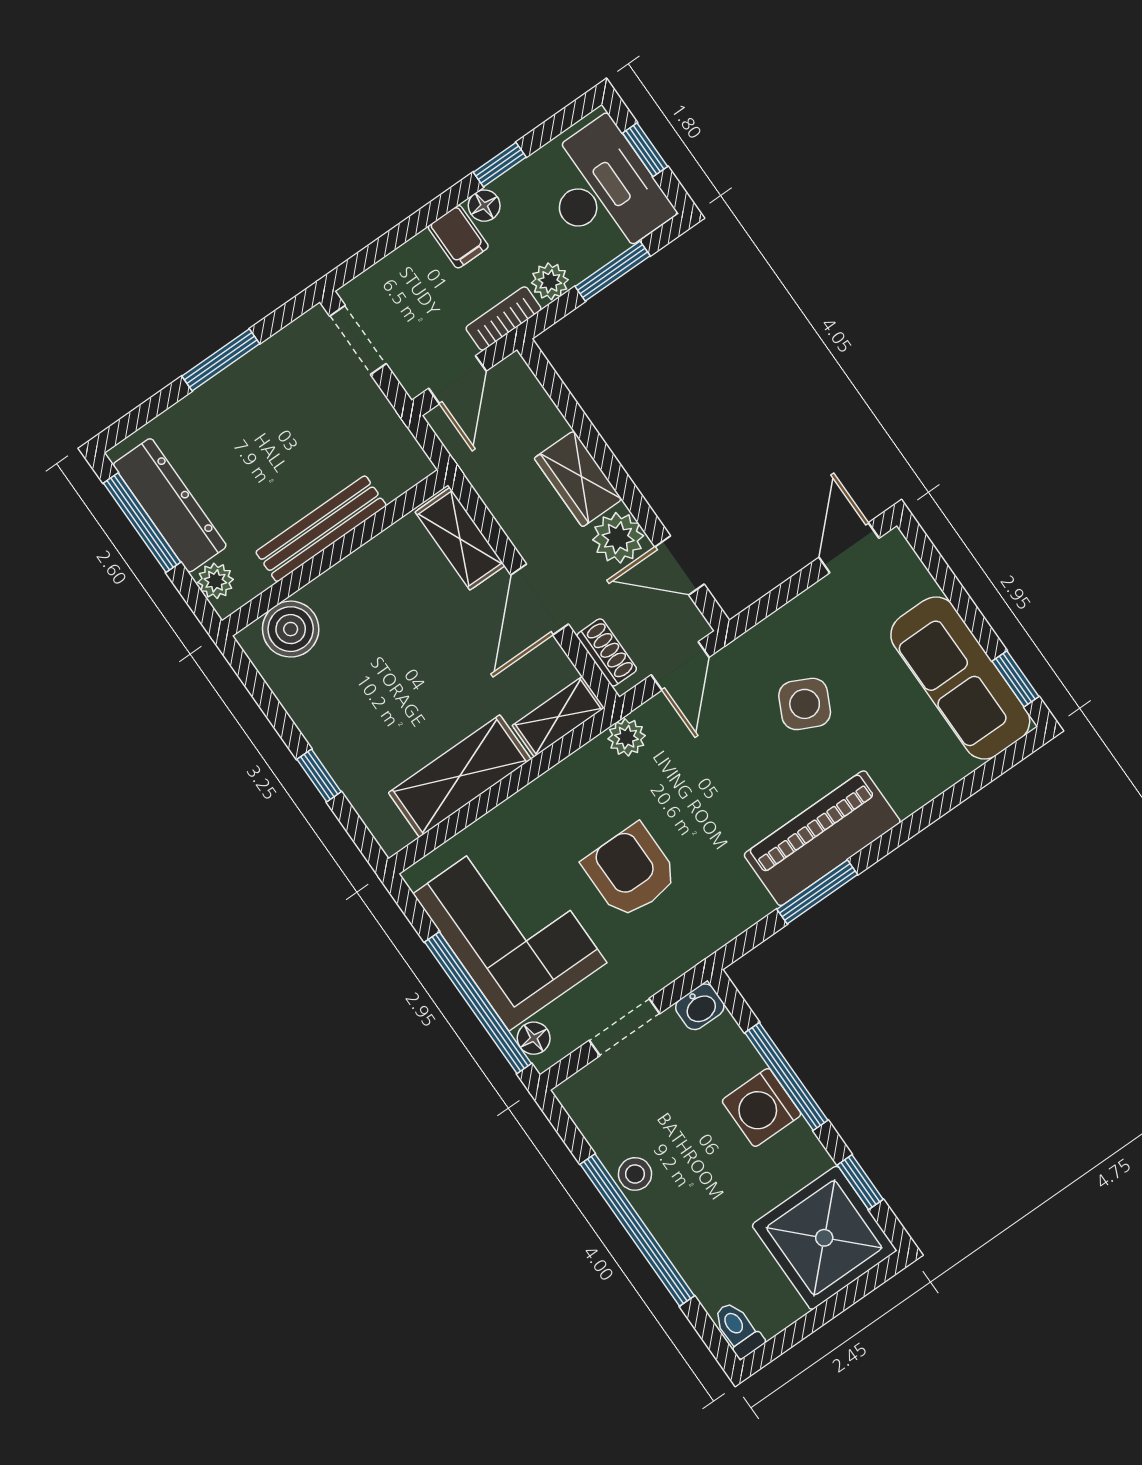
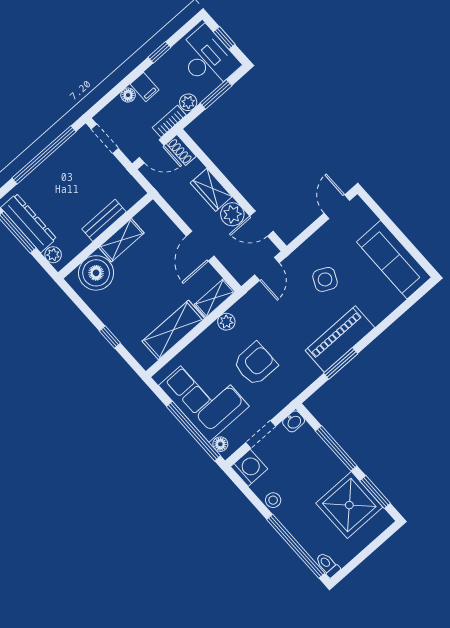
floor lamp: (484, 206) -> (128, 95), moved
window: (221, 360) -> (44, 155), width x2.11
door: (457, 380) -> (152, 151), hinge flipped
bench: (321, 529) -> (104, 220), width x0.73
shelving: (460, 539) -> (121, 240), moved, turned 90
boiler: (291, 629) -> (96, 273), width x1.37, depth x1.37
shoe rack: (607, 652) -> (181, 150), moved, turned 180
window: (1015, 679) -> (419, 257), removed
plant: (627, 737) -> (226, 322), moved
armchair: (631, 871) -> (255, 364), turned 90
washing machine: (762, 1108) -> (249, 468), moved, turned 180
window: (860, 1182) -> (375, 492), width x1.50
window: (637, 1230) -> (296, 546), moved
shower: (824, 1238) -> (349, 505), moved

